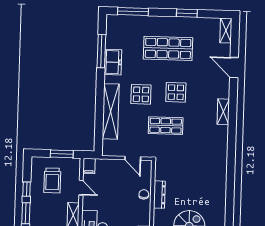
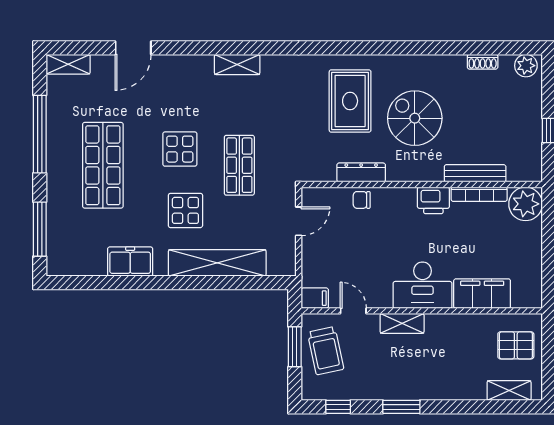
window: (187, 13) -> (40, 134), width x2.11
window: (101, 51) -> (111, 283), removed
shelving: (223, 112) -> (237, 64), moved
trolley: (52, 180) -> (326, 351), moved, turned 78
door: (81, 188) -> (353, 311), hinge flipped
window: (27, 189) -> (338, 407), moved
rug: (200, 190) -> (350, 101), added

